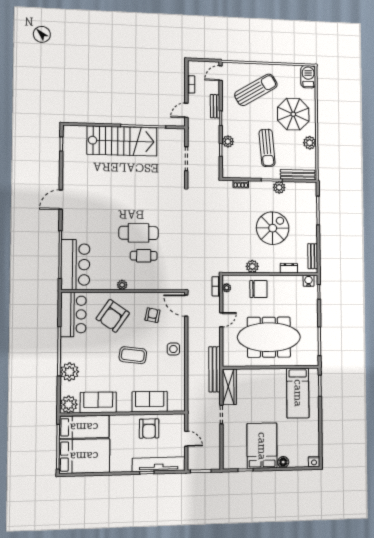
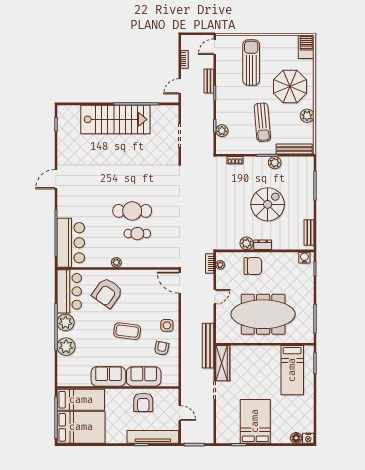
sun lounger: (256, 90) -> (251, 63), turned -59
plant: (228, 141) -> (222, 131), moved
dresser: (289, 268) -> (263, 245), moved
armchair: (152, 315) -> (162, 348), moved
sofa: (98, 402) -> (108, 376), moved
plant: (69, 404) -> (66, 322), moved
floor lamp: (283, 462) -> (296, 438), moved

